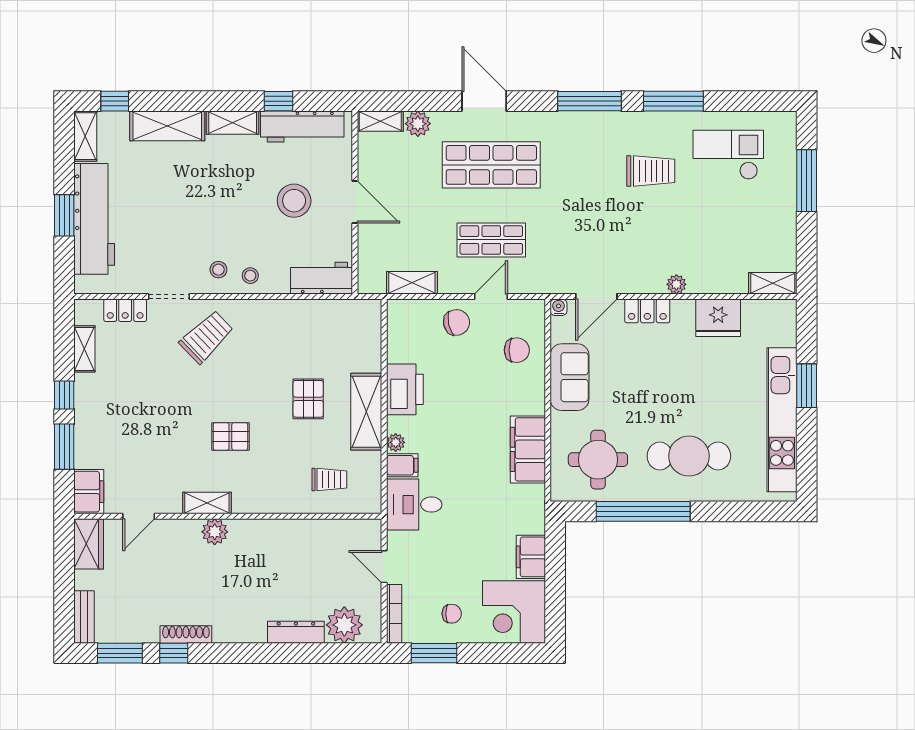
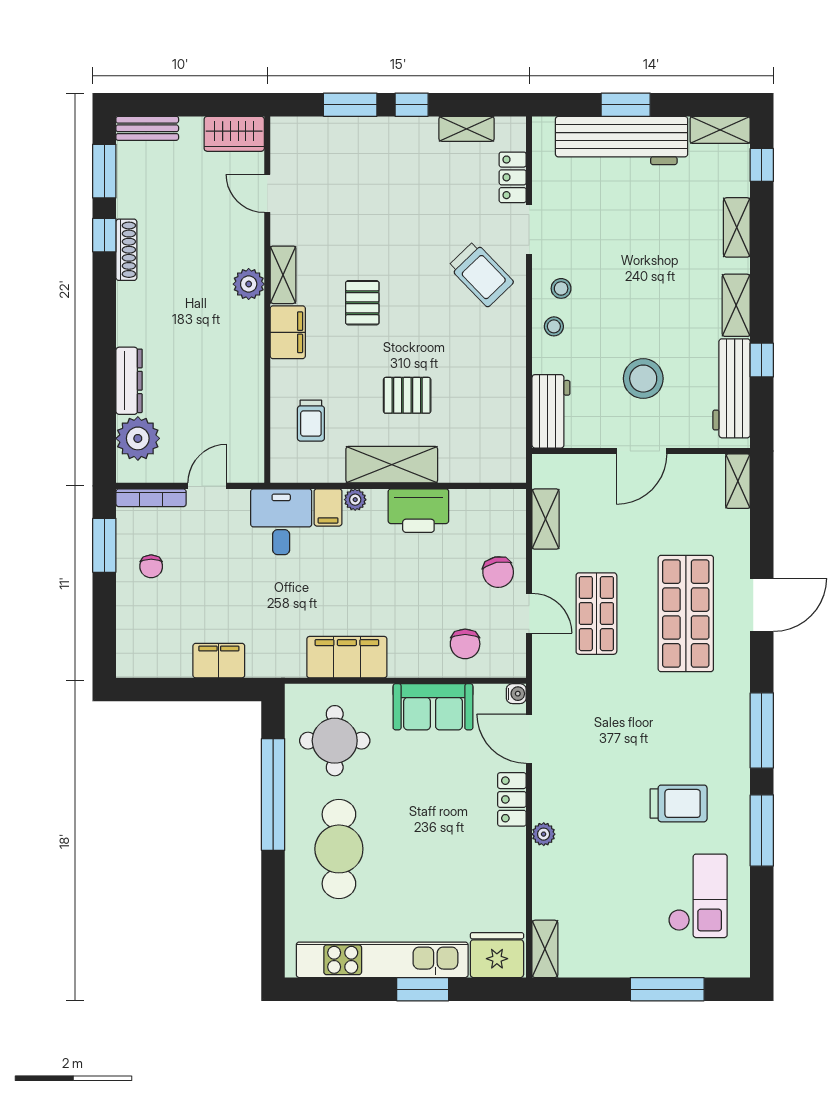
plant: (418, 124) -> (735, 526), removed
shelving: (167, 126) -> (737, 227), width x0.67, depth x0.75
trolley: (651, 171) -> (679, 803), turned -90
fridge: (718, 318) -> (497, 955), moved, turned 90
filing cabinet: (89, 492) -> (288, 332), moved, turned -90
corner desk: (514, 612) -> (153, 641), removed

